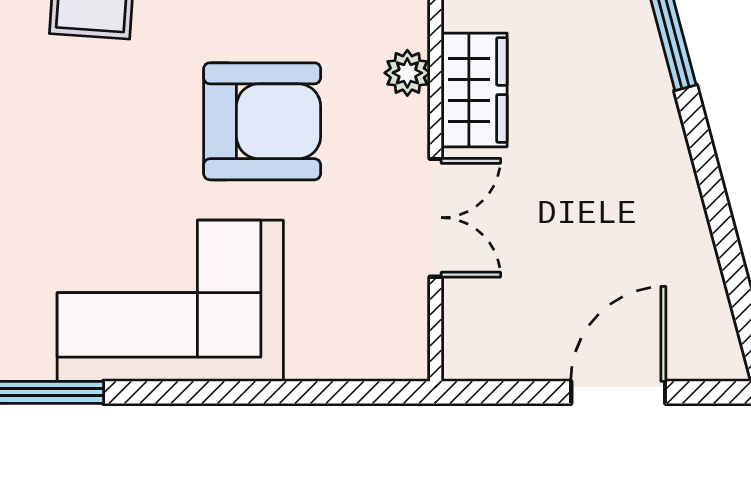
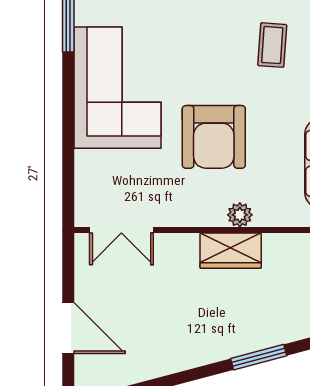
double door: (436, 218) -> (121, 230), moved

